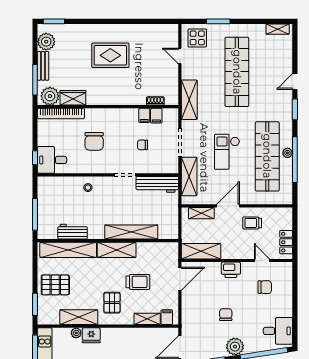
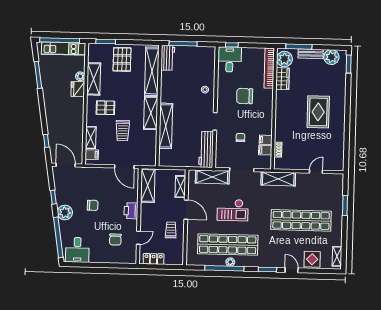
display table: (197, 38) -> (312, 259), moved
checkout: (227, 152) -> (233, 210), turned 180
workbench: (73, 232) -> (168, 58), moved

